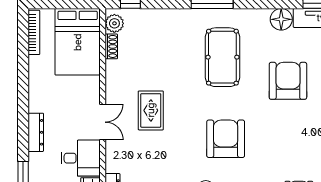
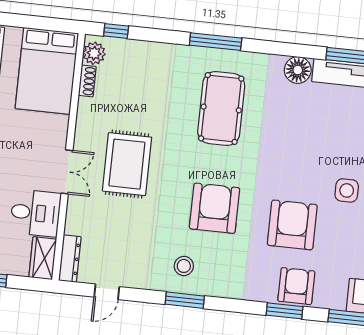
armchair: (288, 81) -> (292, 225), moved
rug: (151, 110) -> (127, 164), width x1.36, depth x1.43

